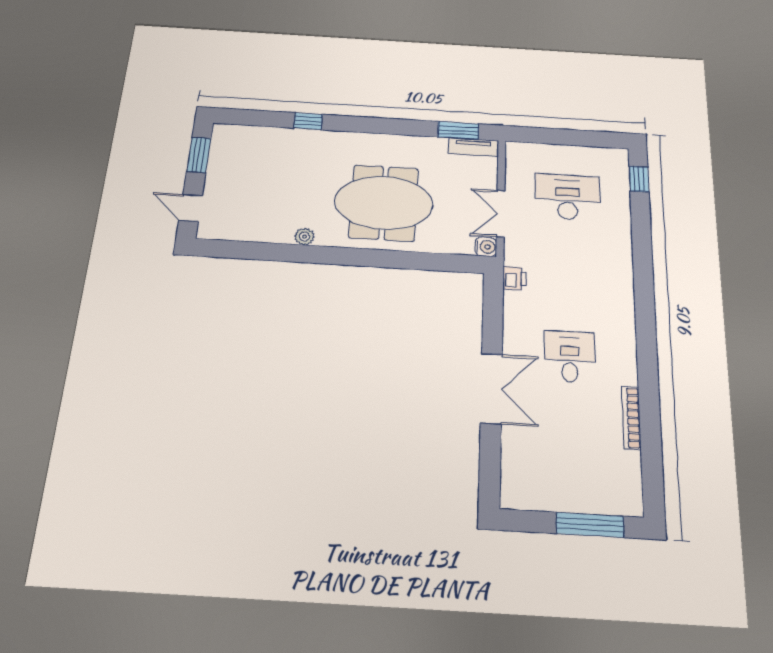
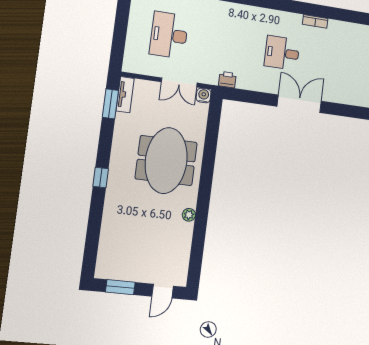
window: (308, 121) -> (101, 178), moved
bookcase: (631, 418) -> (315, 21), width x0.64

